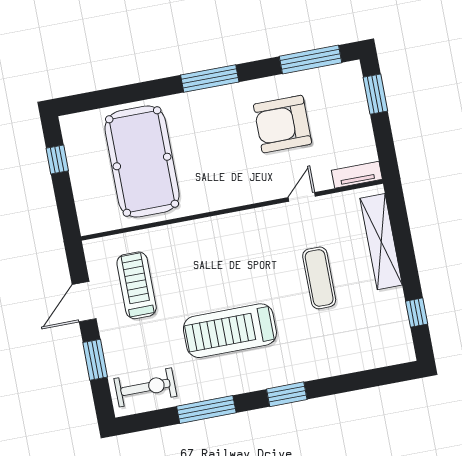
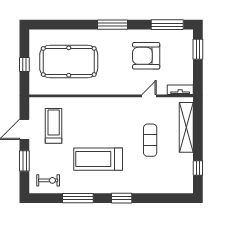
window: (57, 159) -> (24, 64), moved
pool table: (142, 162) -> (69, 62), turned 90
exercise bike: (145, 387) -> (48, 180), width x0.73, depth x0.72

